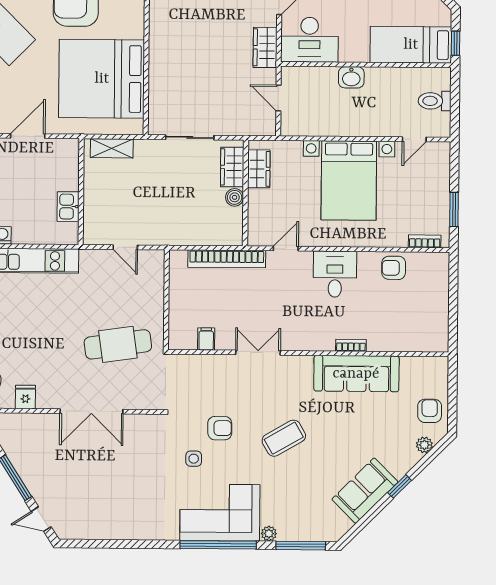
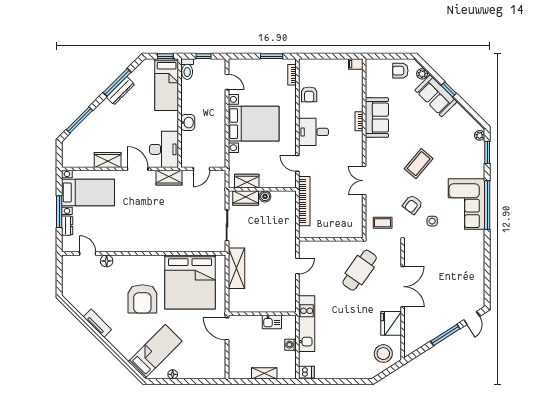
toilet: (435, 101) -> (187, 69), moved
window: (455, 103) -> (203, 56), added
shelving: (112, 148) -> (236, 268), width x1.50, depth x1.33
wall: (81, 192) -> (262, 314), moved
kitchen sink: (68, 207) -> (272, 322), moved
filing cabinet: (206, 339) -> (356, 64), moved
cafe table: (118, 344) -> (360, 270), turned 43
sofa: (356, 374) -> (377, 118), width x0.73
coffee table: (192, 381) -> (383, 223), added
fridge: (25, 397) -> (391, 323), width x1.88, depth x1.34
armchair: (220, 428) -> (413, 205), turned -142
coffee table: (284, 438) -> (419, 164), turned 70
sofa: (365, 491) -> (436, 96), moved
plant: (269, 534) -> (480, 135), moved
window: (301, 546) -> (487, 152), width x0.69

